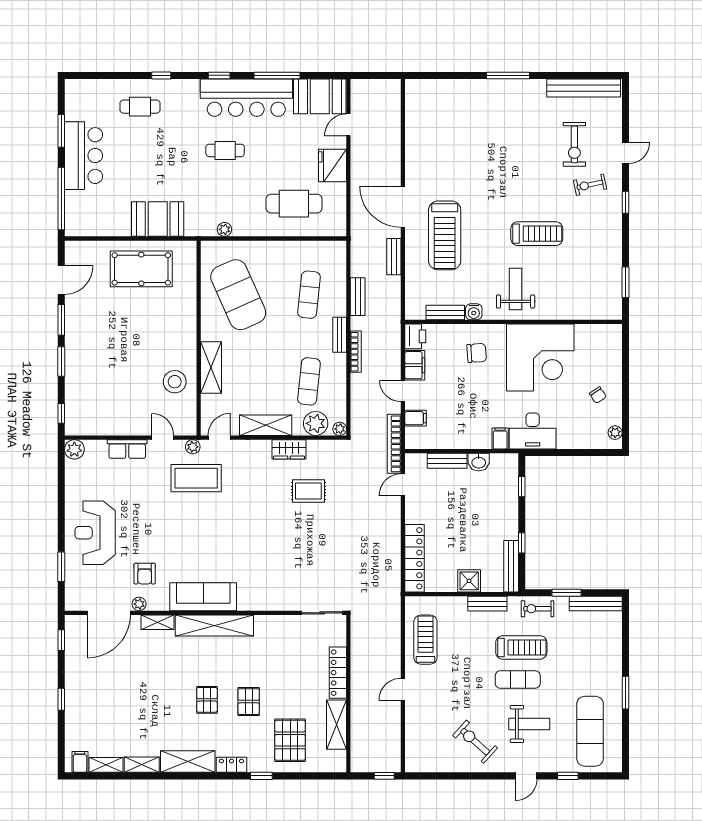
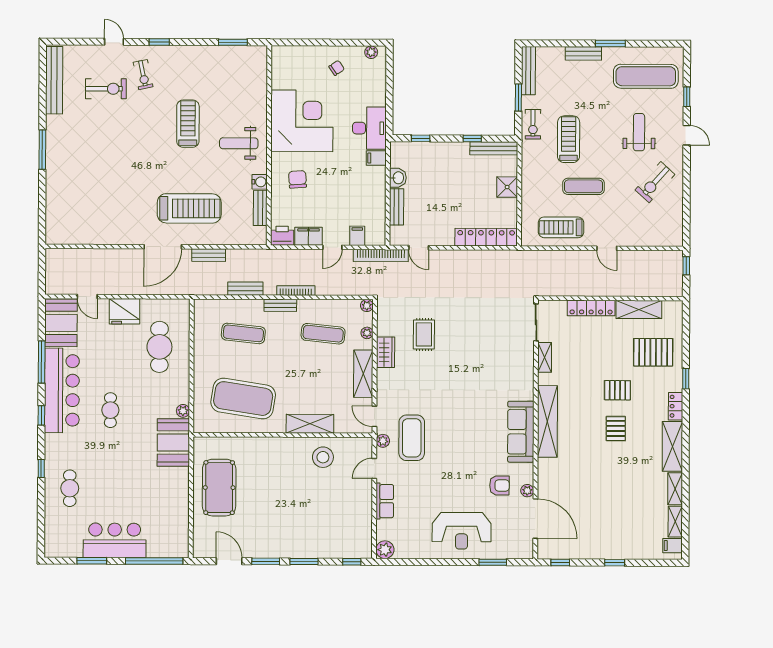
booth: (158, 219) -> (173, 443), moved
exercise mat: (238, 295) -> (243, 399), turned 33
plant: (316, 423) -> (367, 333), width x0.53, depth x0.53
bench: (487, 604) -> (583, 53), moved, turned 90
shelving: (158, 622) -> (545, 357), moved
exercise mat: (518, 680) -> (583, 186), moved, turned 90
pallet: (207, 700) -> (616, 429), turned 90

